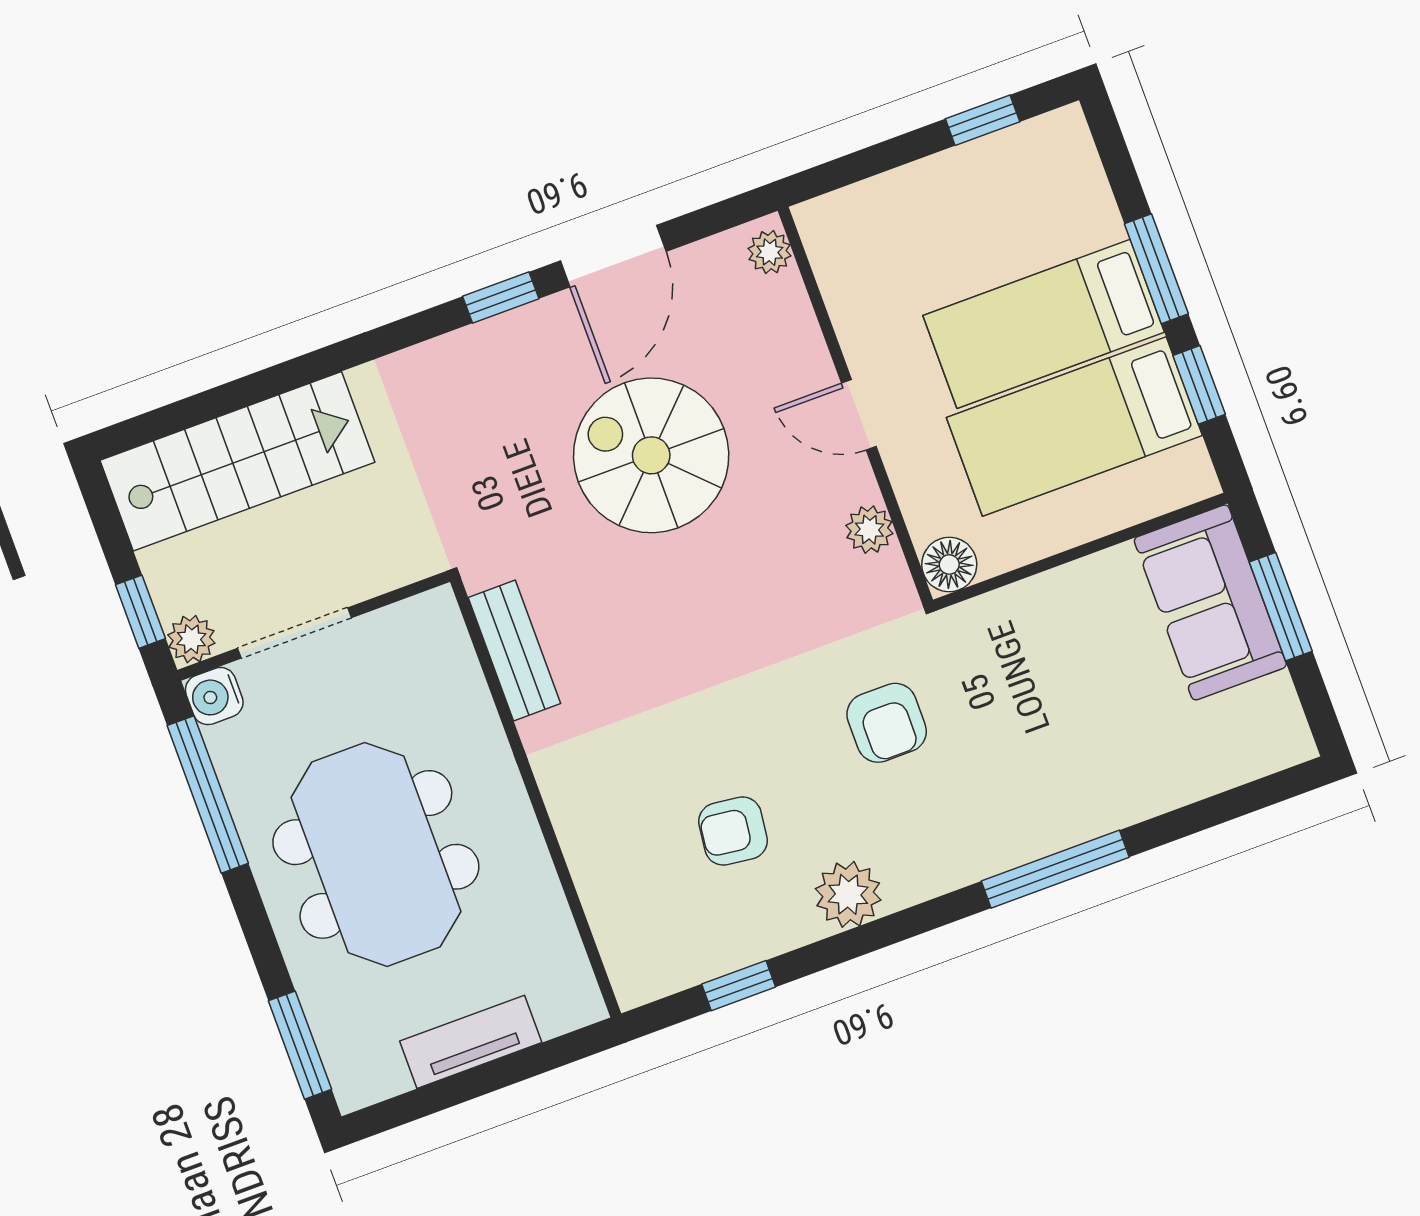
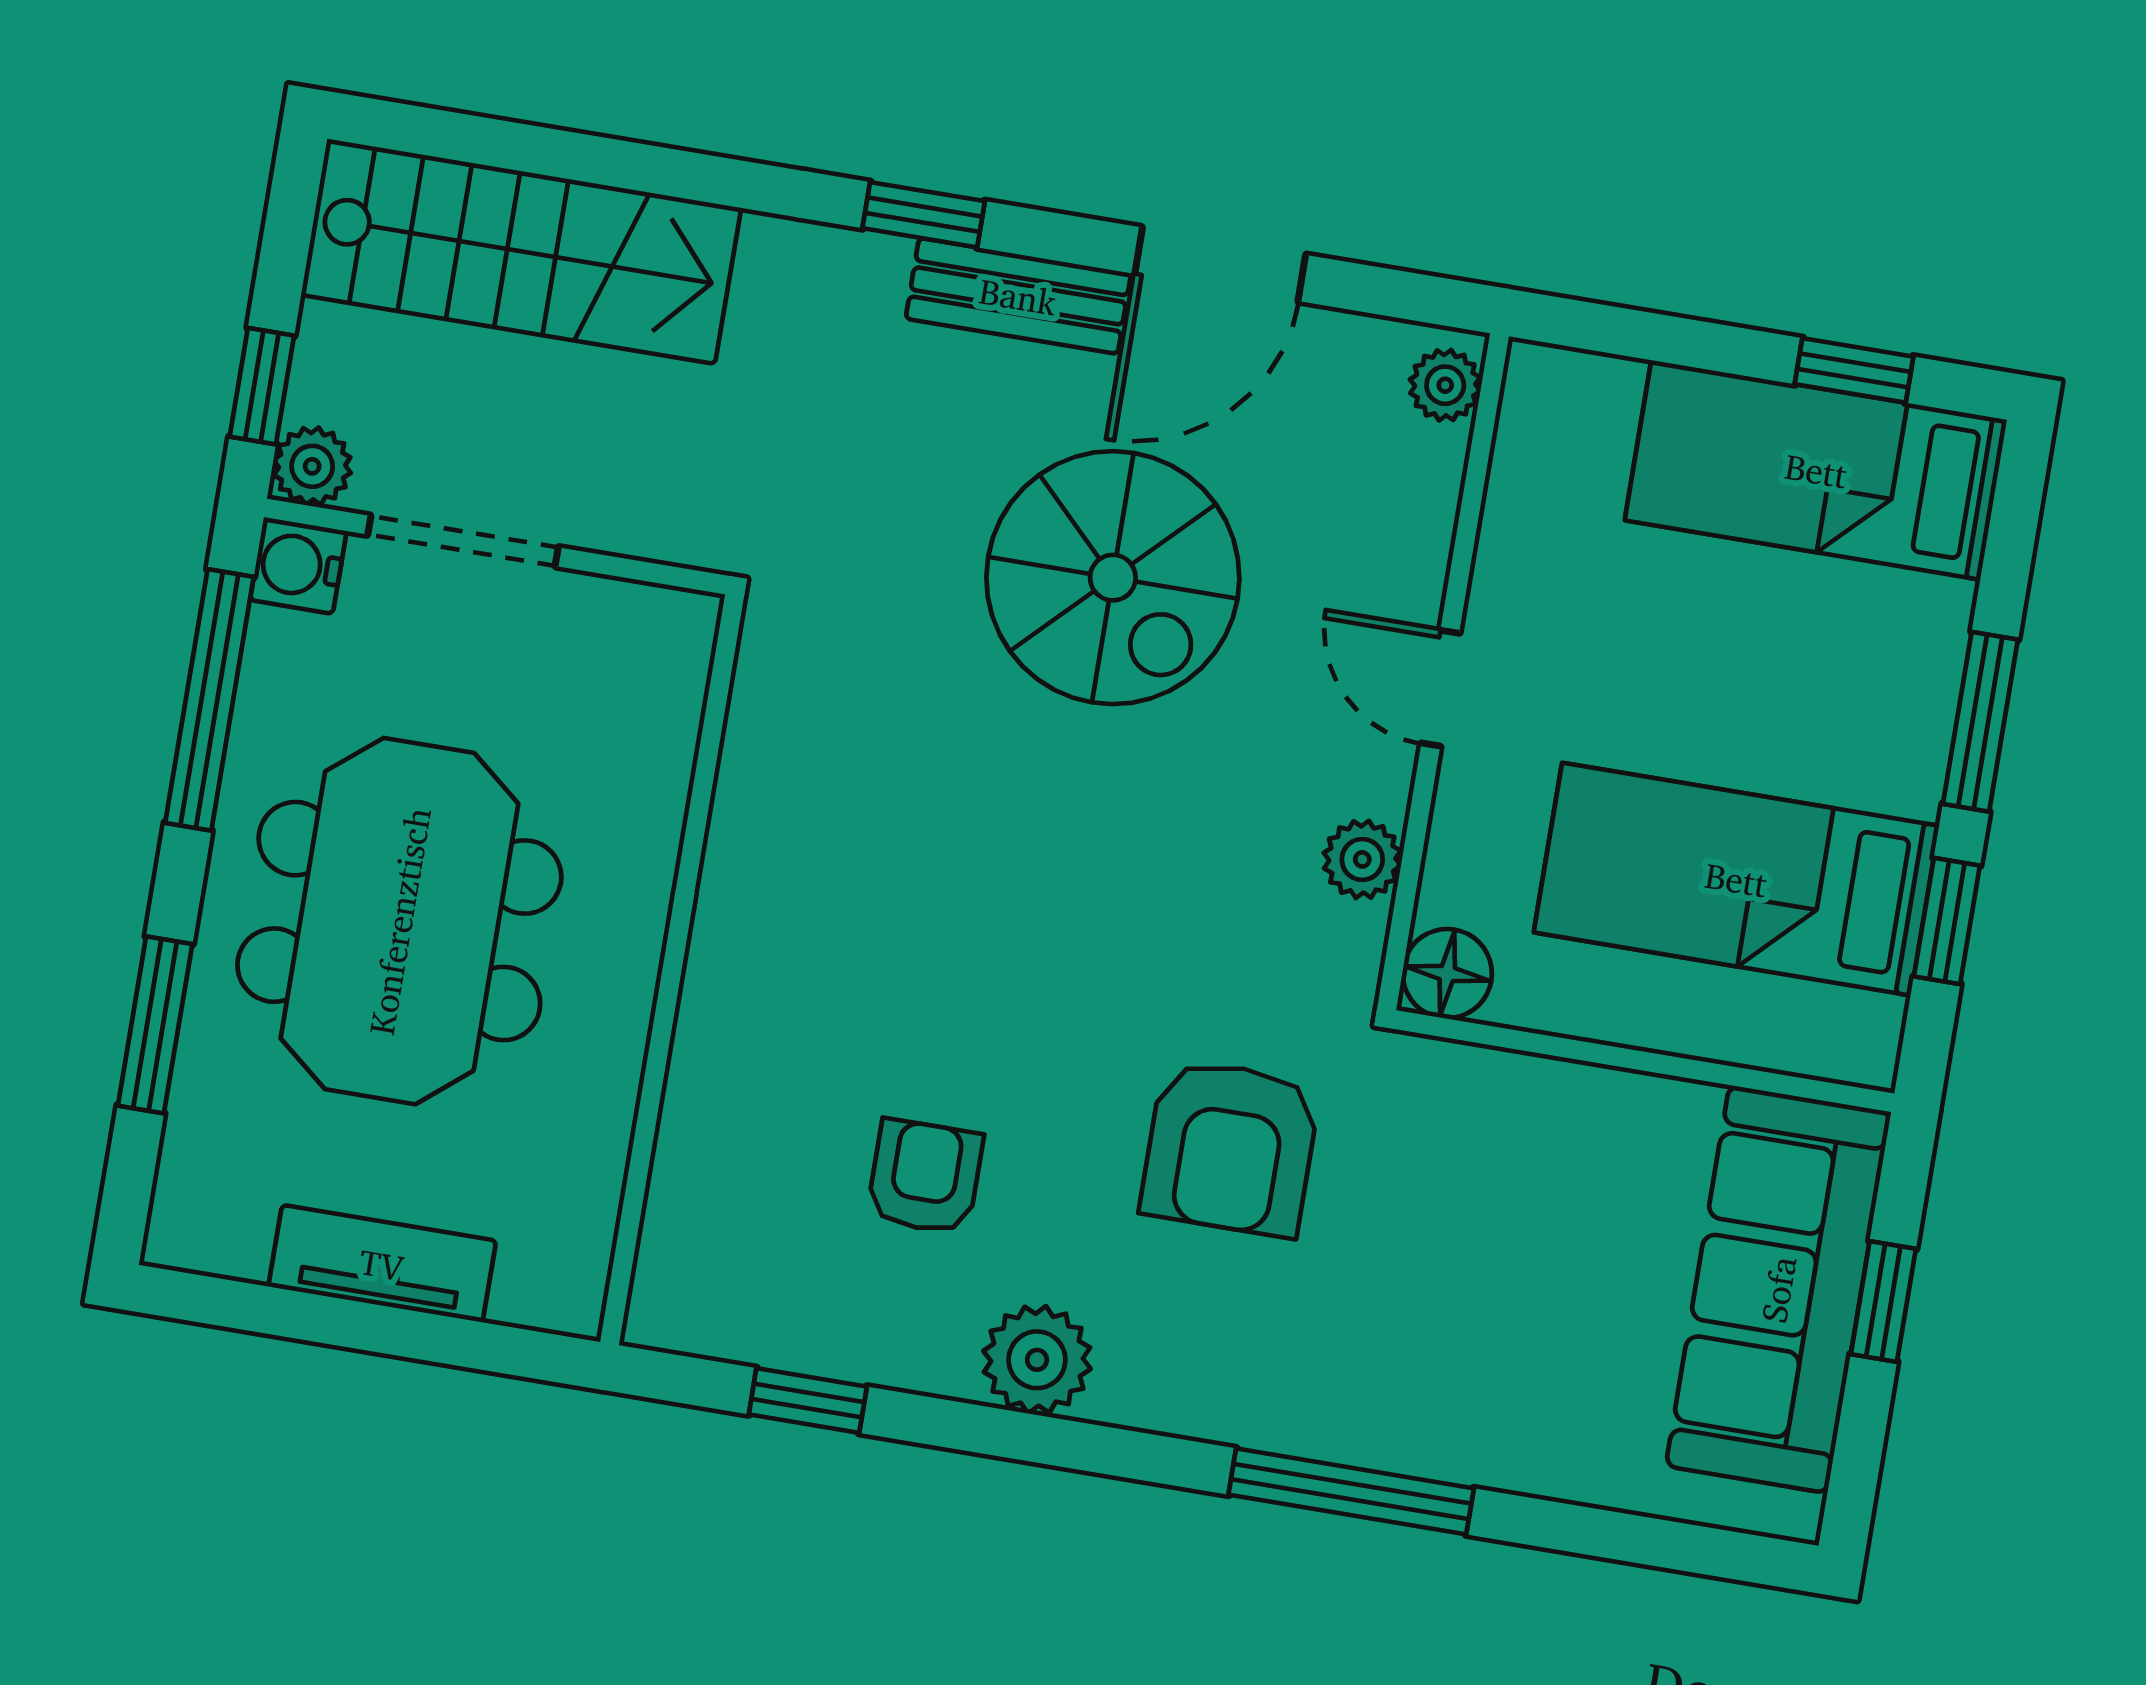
window: (501, 297) -> (924, 215), moved
bed: (1044, 324) -> (1816, 470), moved
spiral stairs: (651, 455) -> (1113, 578), turned 180
sofa: (1210, 602) -> (1778, 1289), width x1.36
window: (1281, 607) -> (1883, 1302), width x0.67
bench: (514, 650) -> (1018, 296), moved, turned 90
armchair: (887, 723) -> (1230, 1147), width x1.38, depth x1.38
armchair: (733, 831) -> (925, 1177), turned 83
window: (300, 1045) -> (155, 1025), moved

